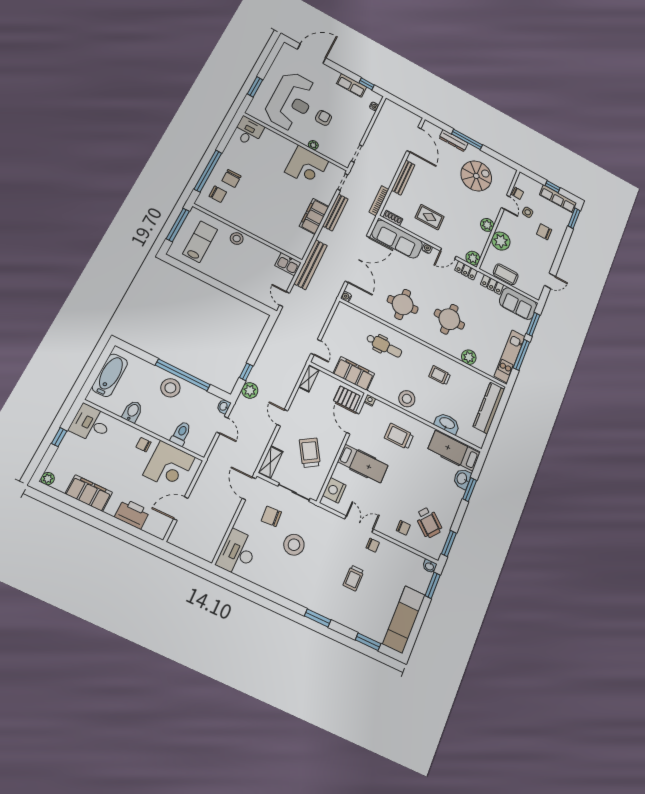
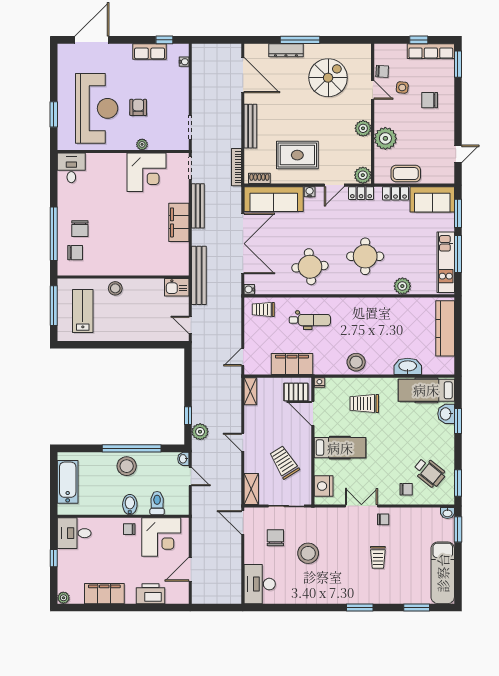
rug: (430, 217) -> (297, 155), width x1.36, depth x1.43
door: (316, 347) -> (243, 357), swing flipped
trolley: (440, 375) -> (263, 309), moved
bidet: (132, 412) -> (130, 505), moved
chair: (271, 516) -> (275, 538), turned 94

